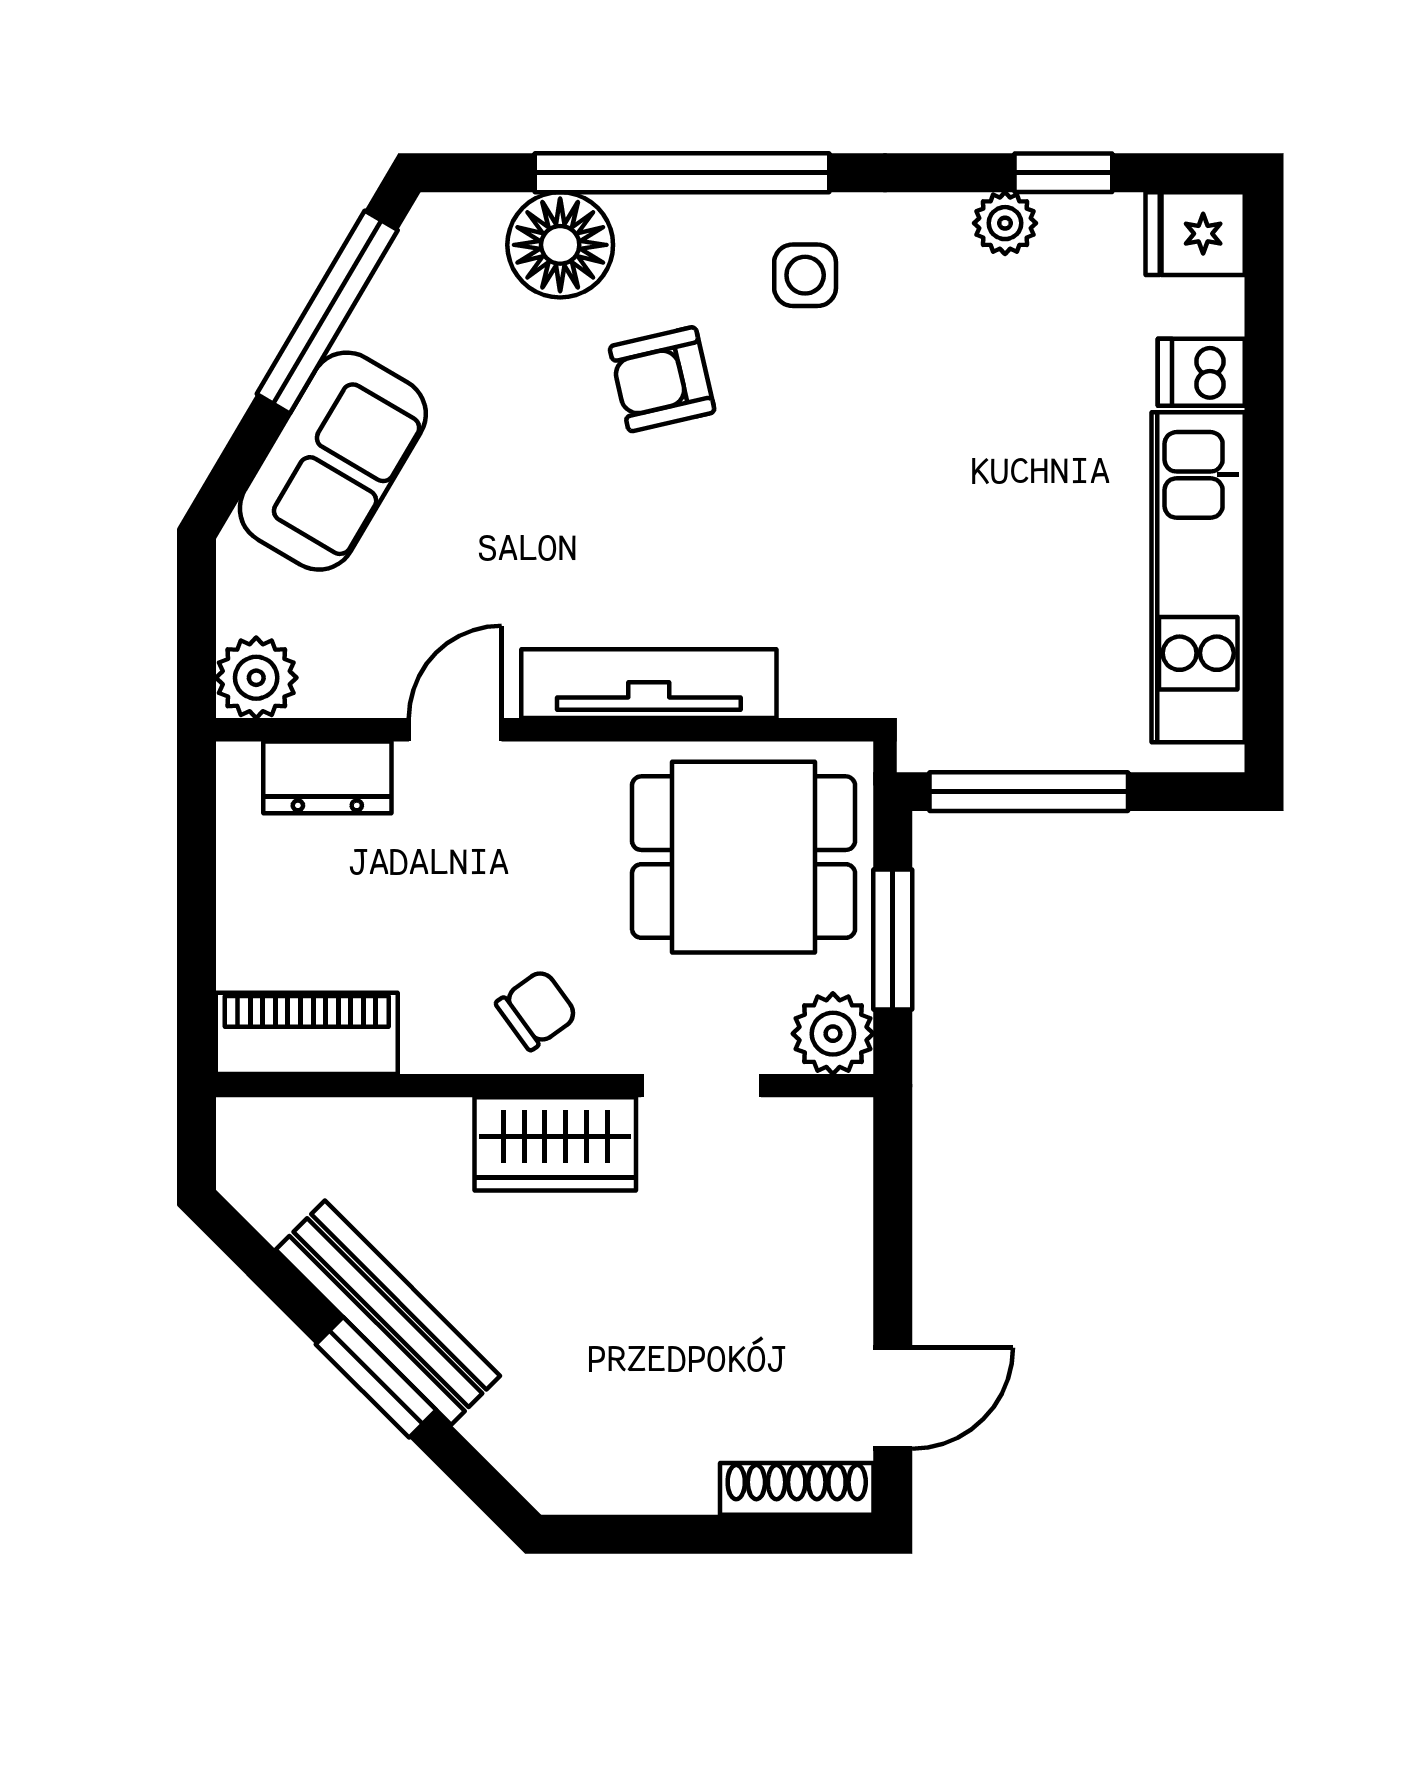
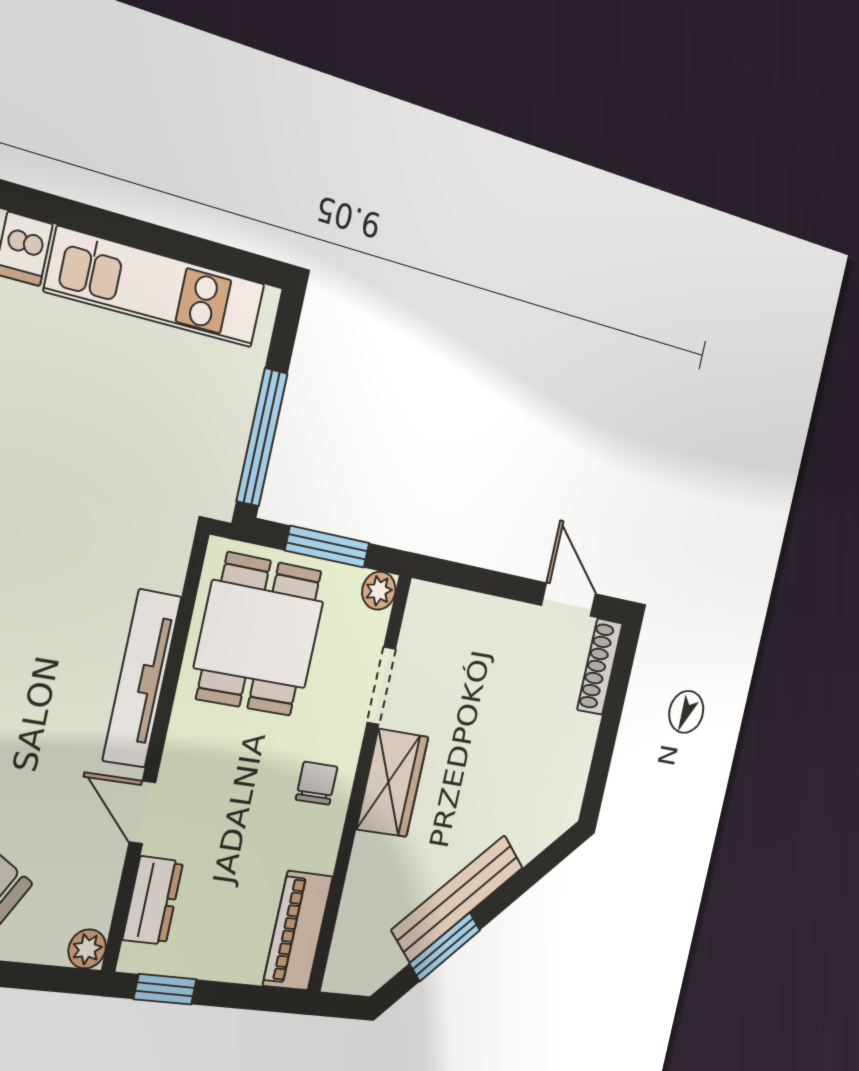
plant: (256, 678) -> (87, 949), width x0.73, depth x0.73
window: (196, 829) -> (165, 989), added
chair: (537, 1010) -> (317, 783), turned 36
plant: (833, 1034) -> (379, 591), width x0.73, depth x0.73
window: (376, 1377) -> (445, 947), moved

